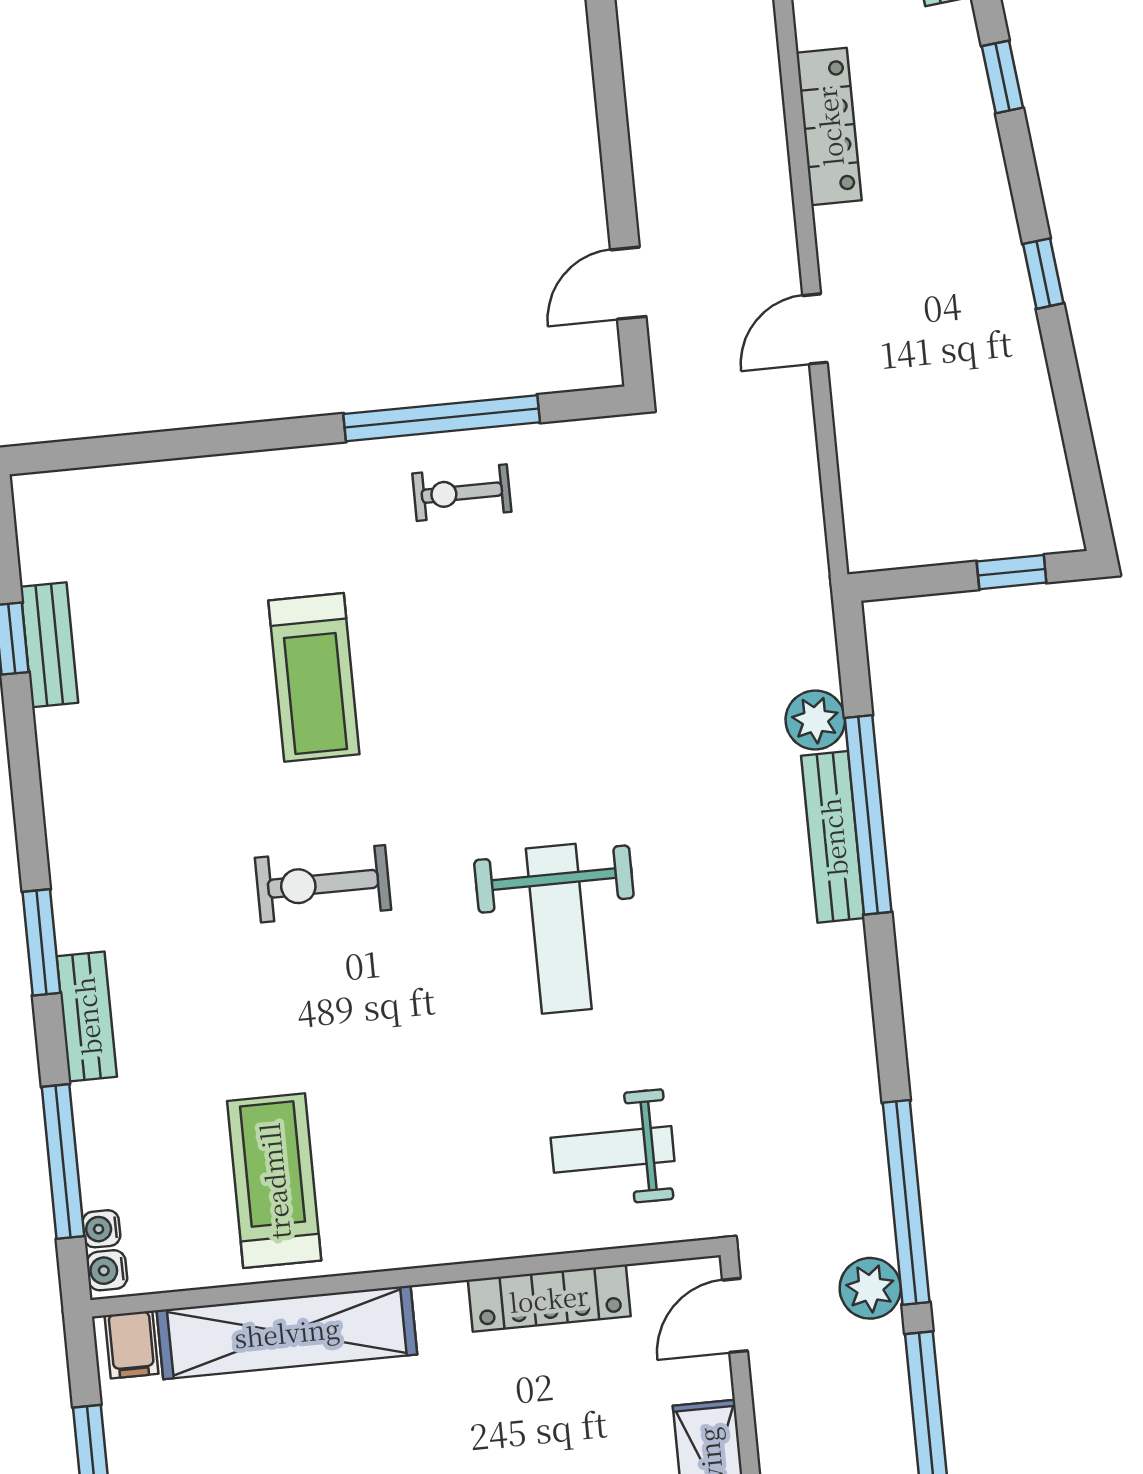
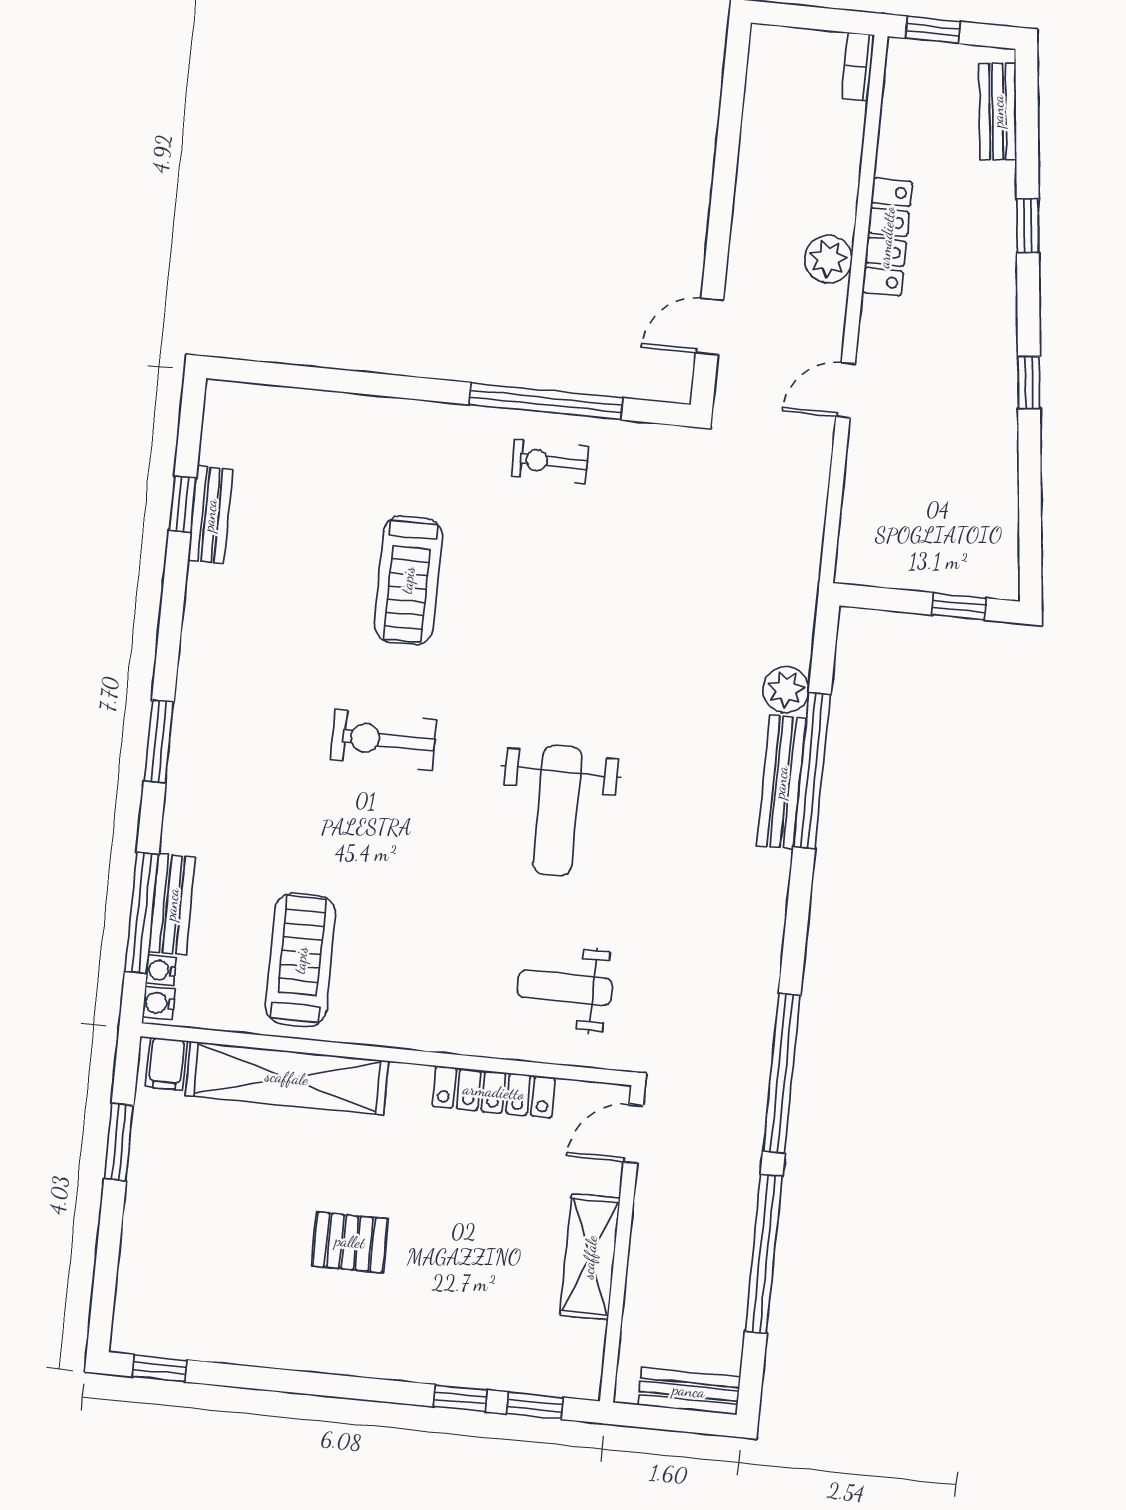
bench: (87, 1016) -> (172, 904), moved
plant: (870, 1288) -> (828, 259), moved

